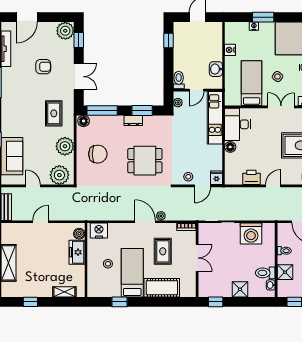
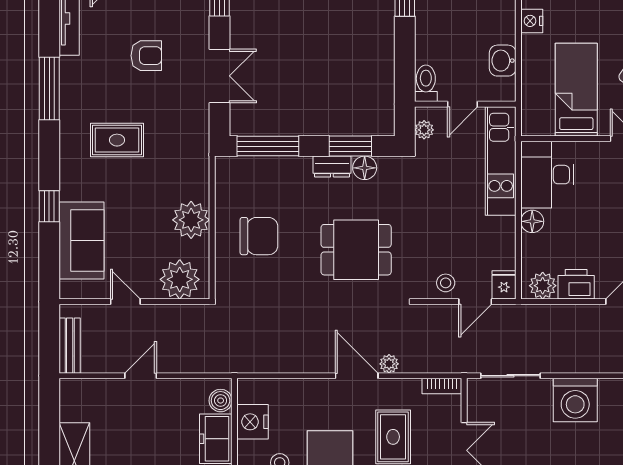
rug: (54, 113) -> (117, 140), moved, turned 90
floor lamp: (84, 121) -> (365, 168), moved
plant: (235, 178) -> (543, 286), added
nightstand: (99, 230) -> (253, 422), moved, turned -90

